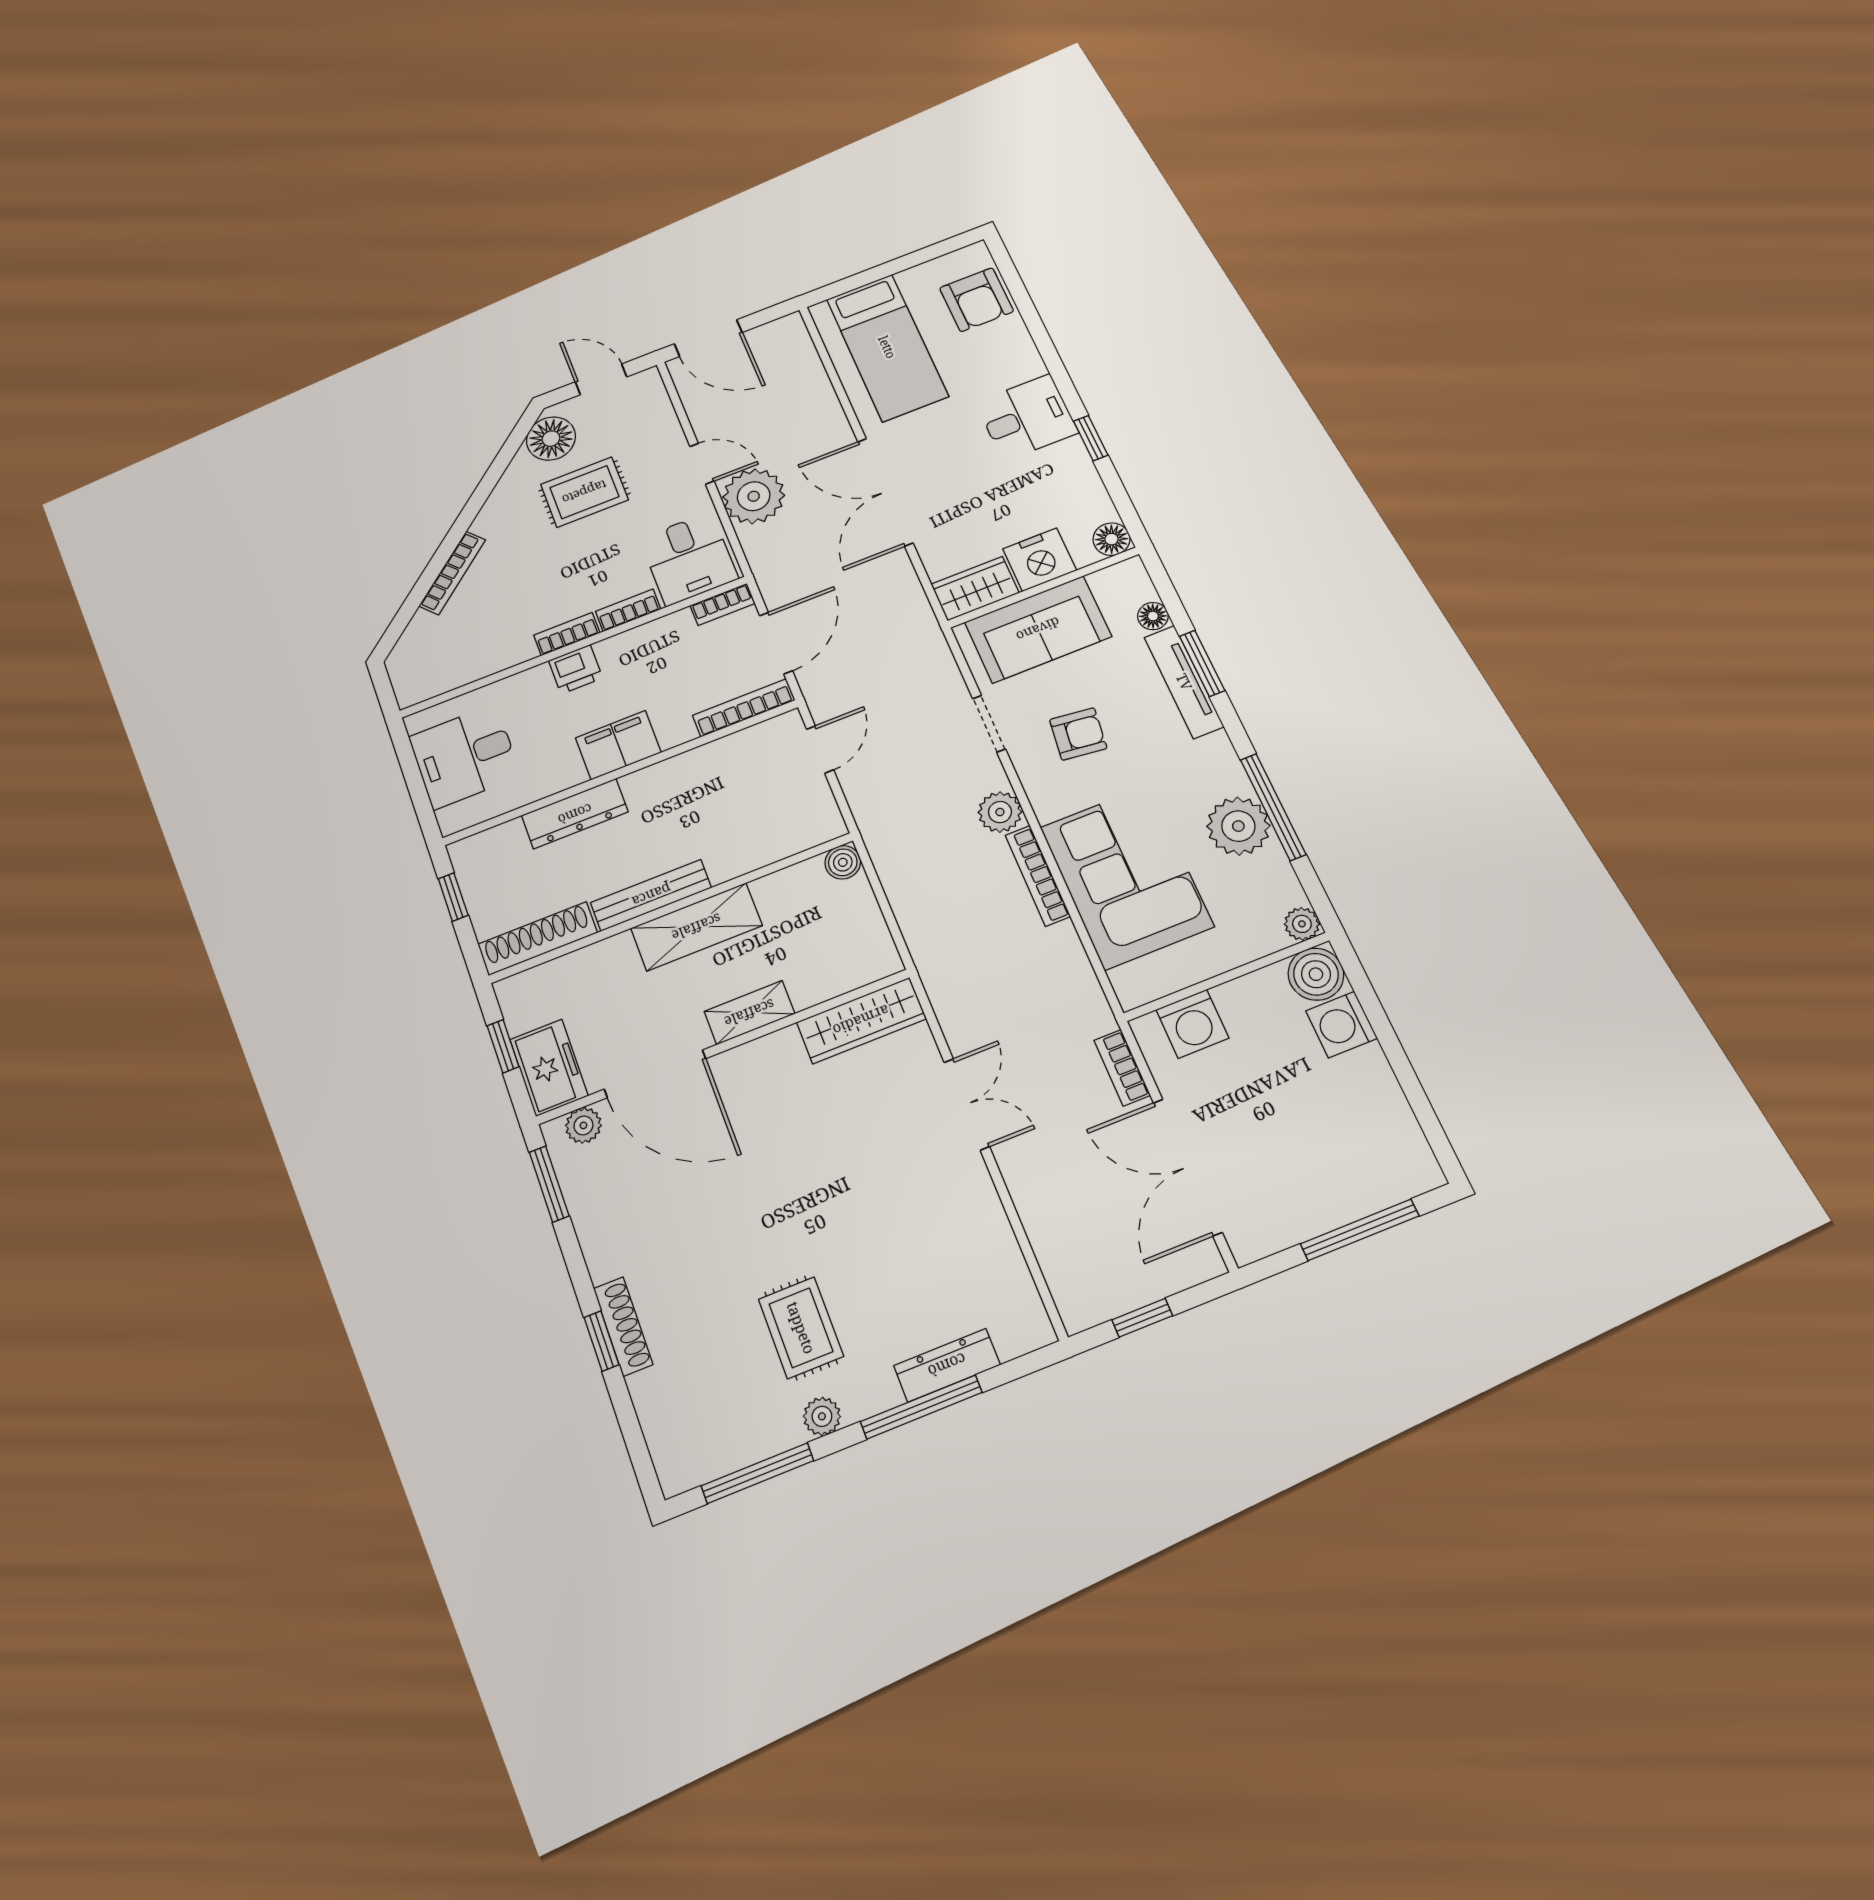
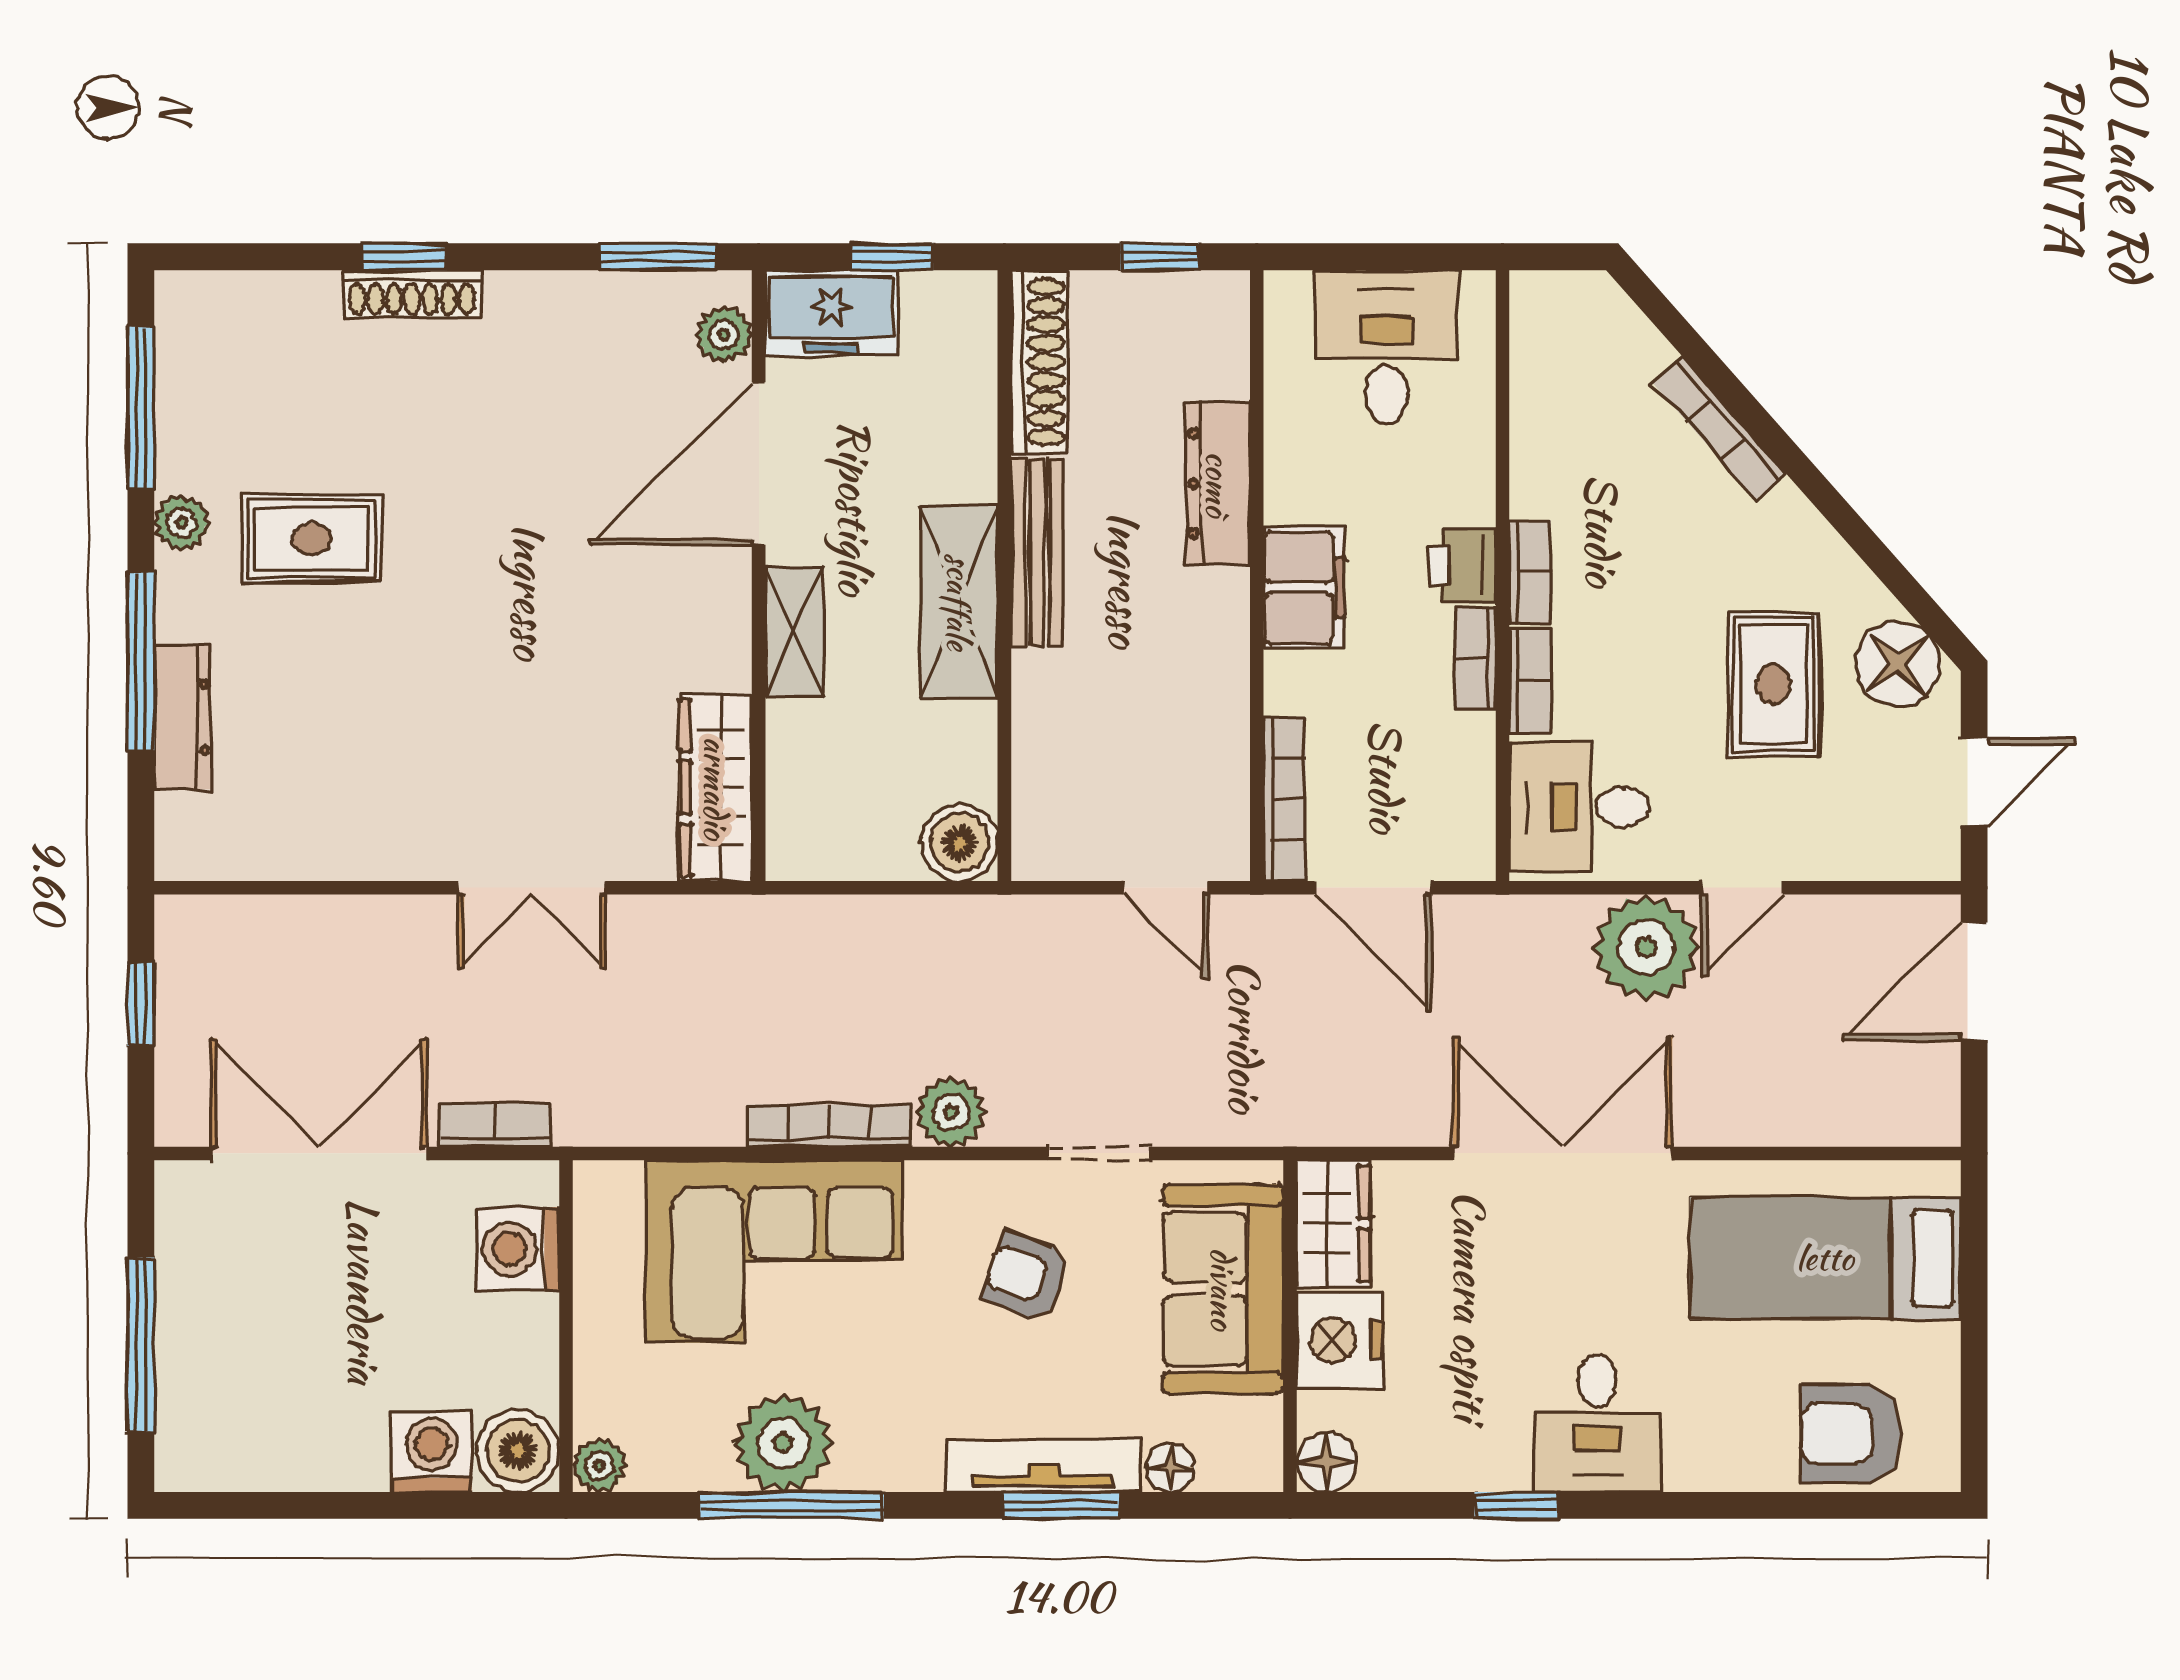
bookcase: (723, 604) -> (1476, 658), moved
armchair: (1078, 734) -> (1026, 1277), turned 103
boiler: (843, 862) -> (959, 843), width x1.36, depth x1.36

